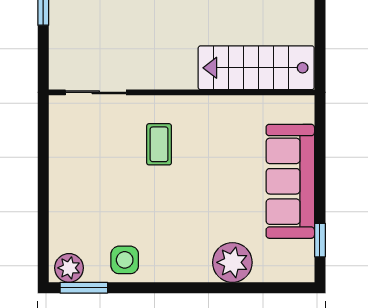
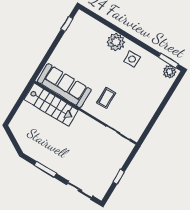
sofa: (290, 181) -> (64, 86), moved, turned -90
side table: (125, 260) -> (132, 59), moved
plant: (232, 262) -> (116, 42), moved

